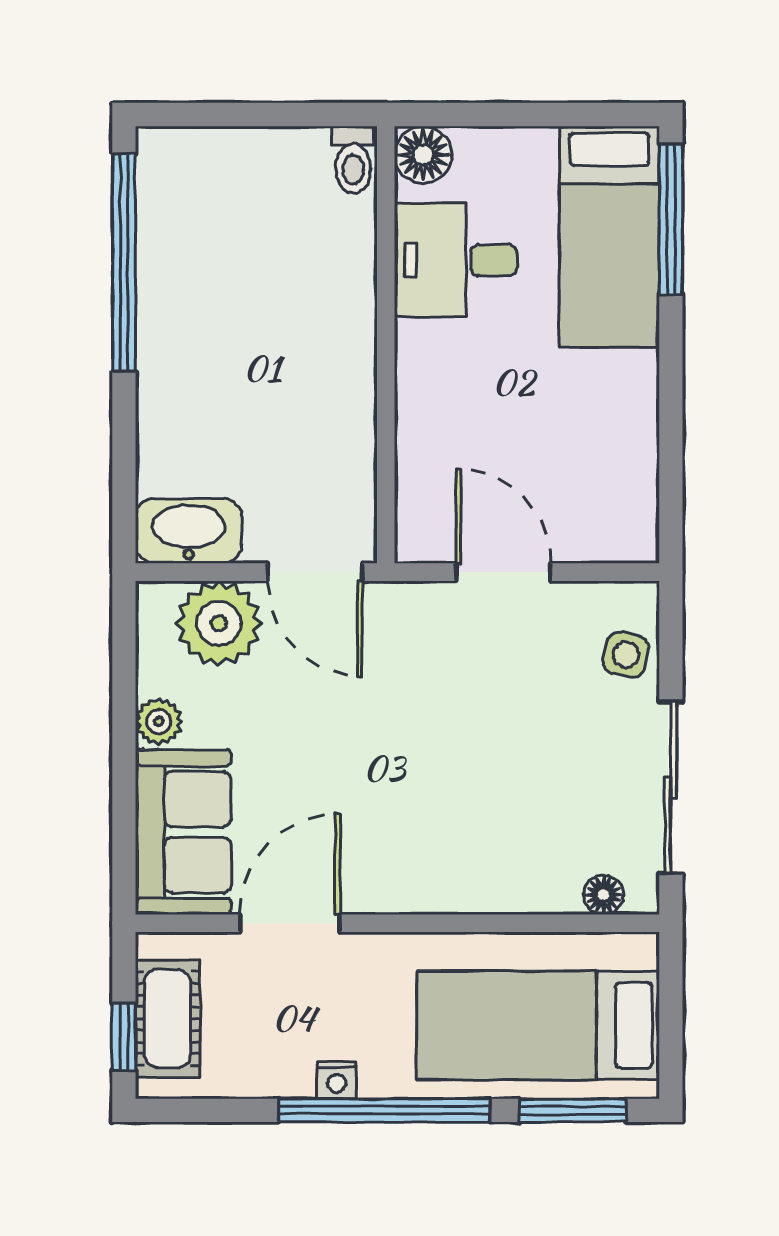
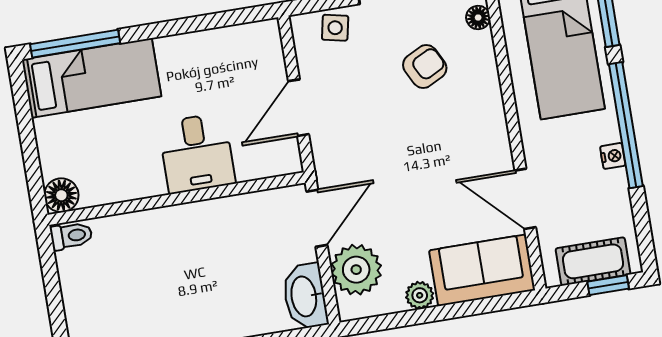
desk: (456, 260) -> (197, 153), moved
armchair: (537, 793) -> (425, 66), added

